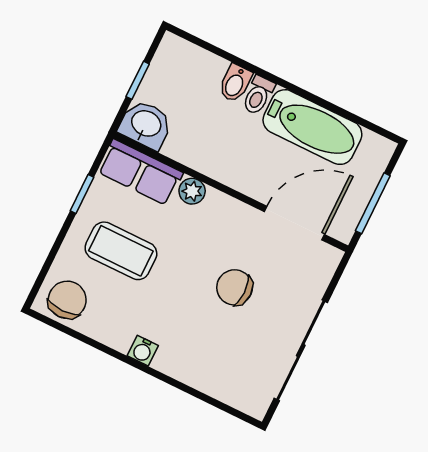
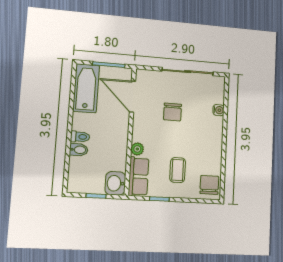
bathtub: (312, 127) -> (86, 88), moved
coffee table: (121, 251) -> (178, 170), width x0.73, depth x0.77
chair: (67, 300) -> (209, 185), turned 90
water cooler: (143, 351) -> (219, 110), moved

